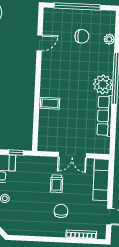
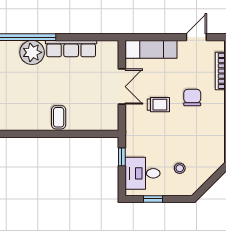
chair: (61, 211) -> (192, 98), turned 90

